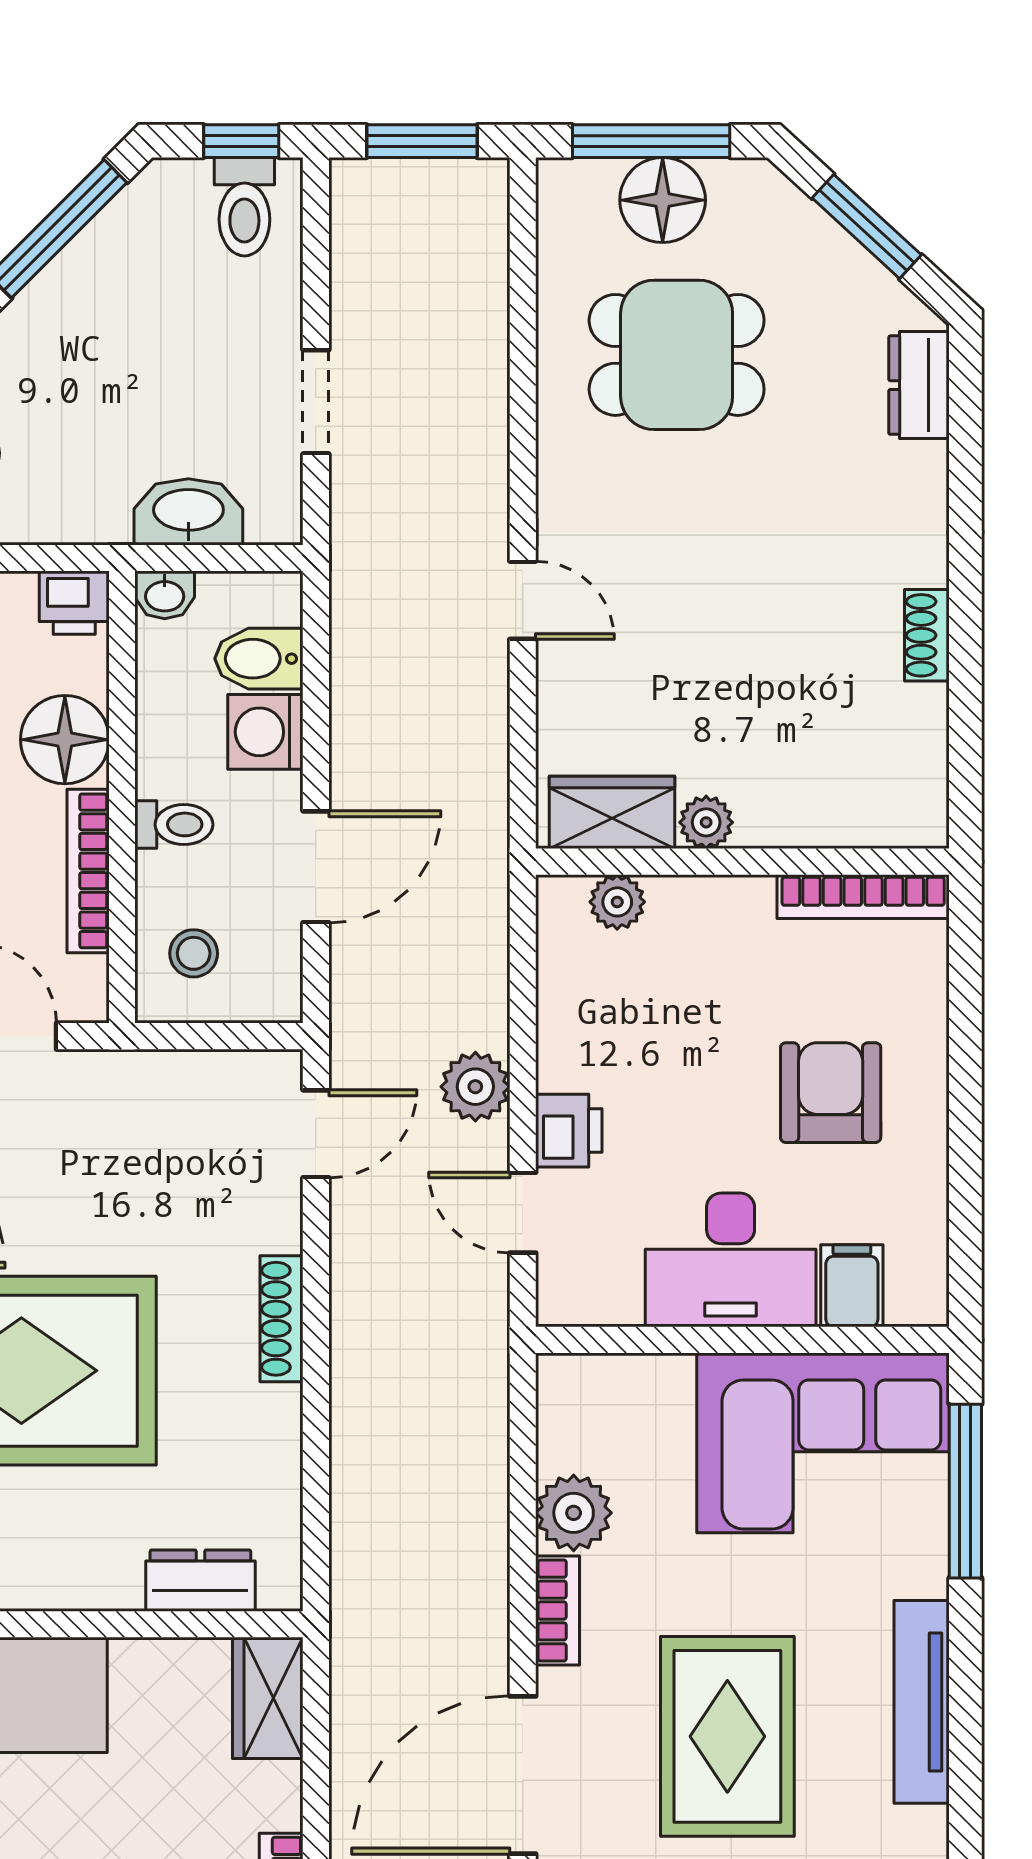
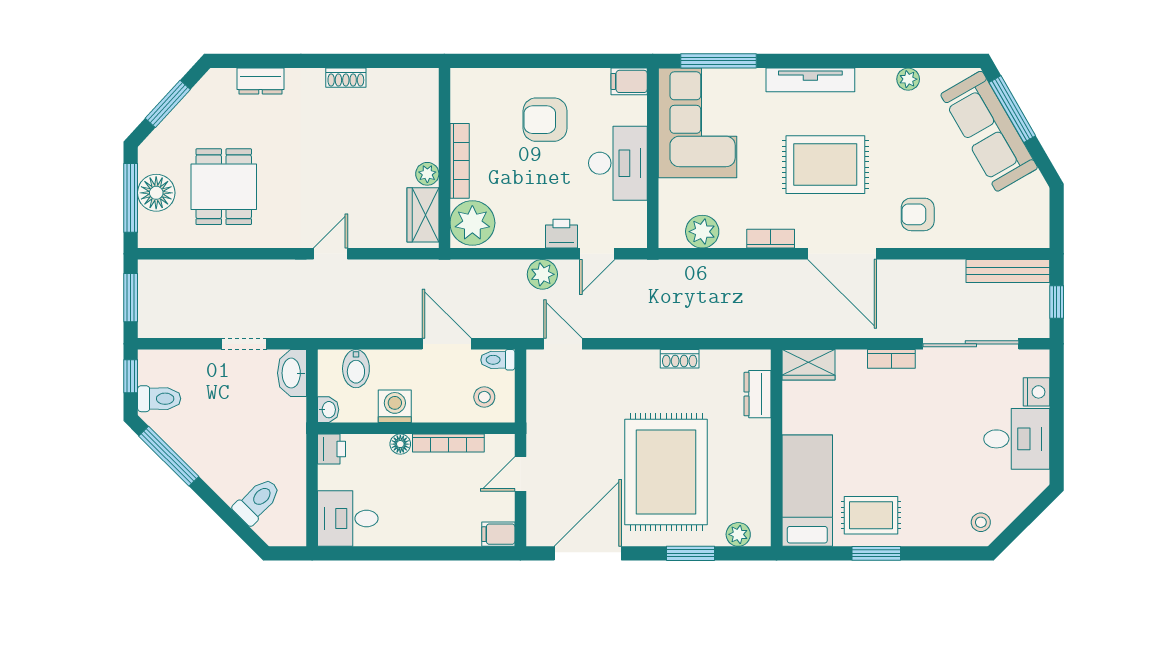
toilet: (244, 207) -> (159, 399), moved
dresser: (919, 385) -> (261, 81), moved
washbasin: (188, 512) -> (292, 373), moved
washing machine: (265, 732) -> (395, 406), moved, turned 180
floor lamp: (65, 740) -> (400, 444), width x0.53, depth x0.53
toilet: (174, 824) -> (498, 360), moved, turned -90
bookcase: (863, 897) -> (460, 161), moved
plant: (617, 902) -> (472, 223), width x1.88, depth x1.88
filing cabinet: (852, 1286) -> (629, 81), moved
shoe rack: (282, 1319) -> (680, 359), moved, width x0.70
plant: (574, 1513) -> (702, 232), moved

